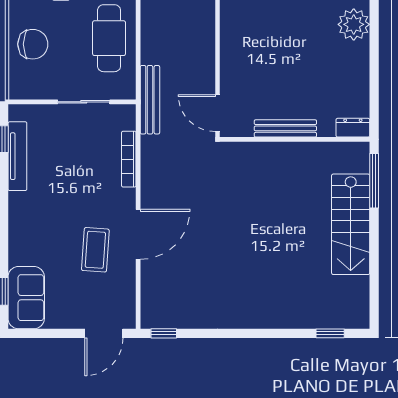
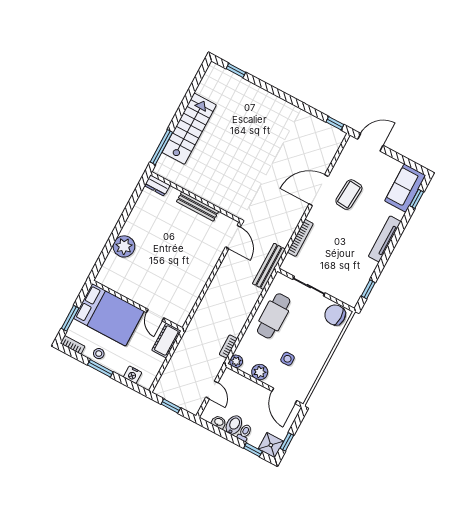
chair: (33, 44) -> (335, 315), moved
tv unit: (17, 156) -> (385, 239), moved

